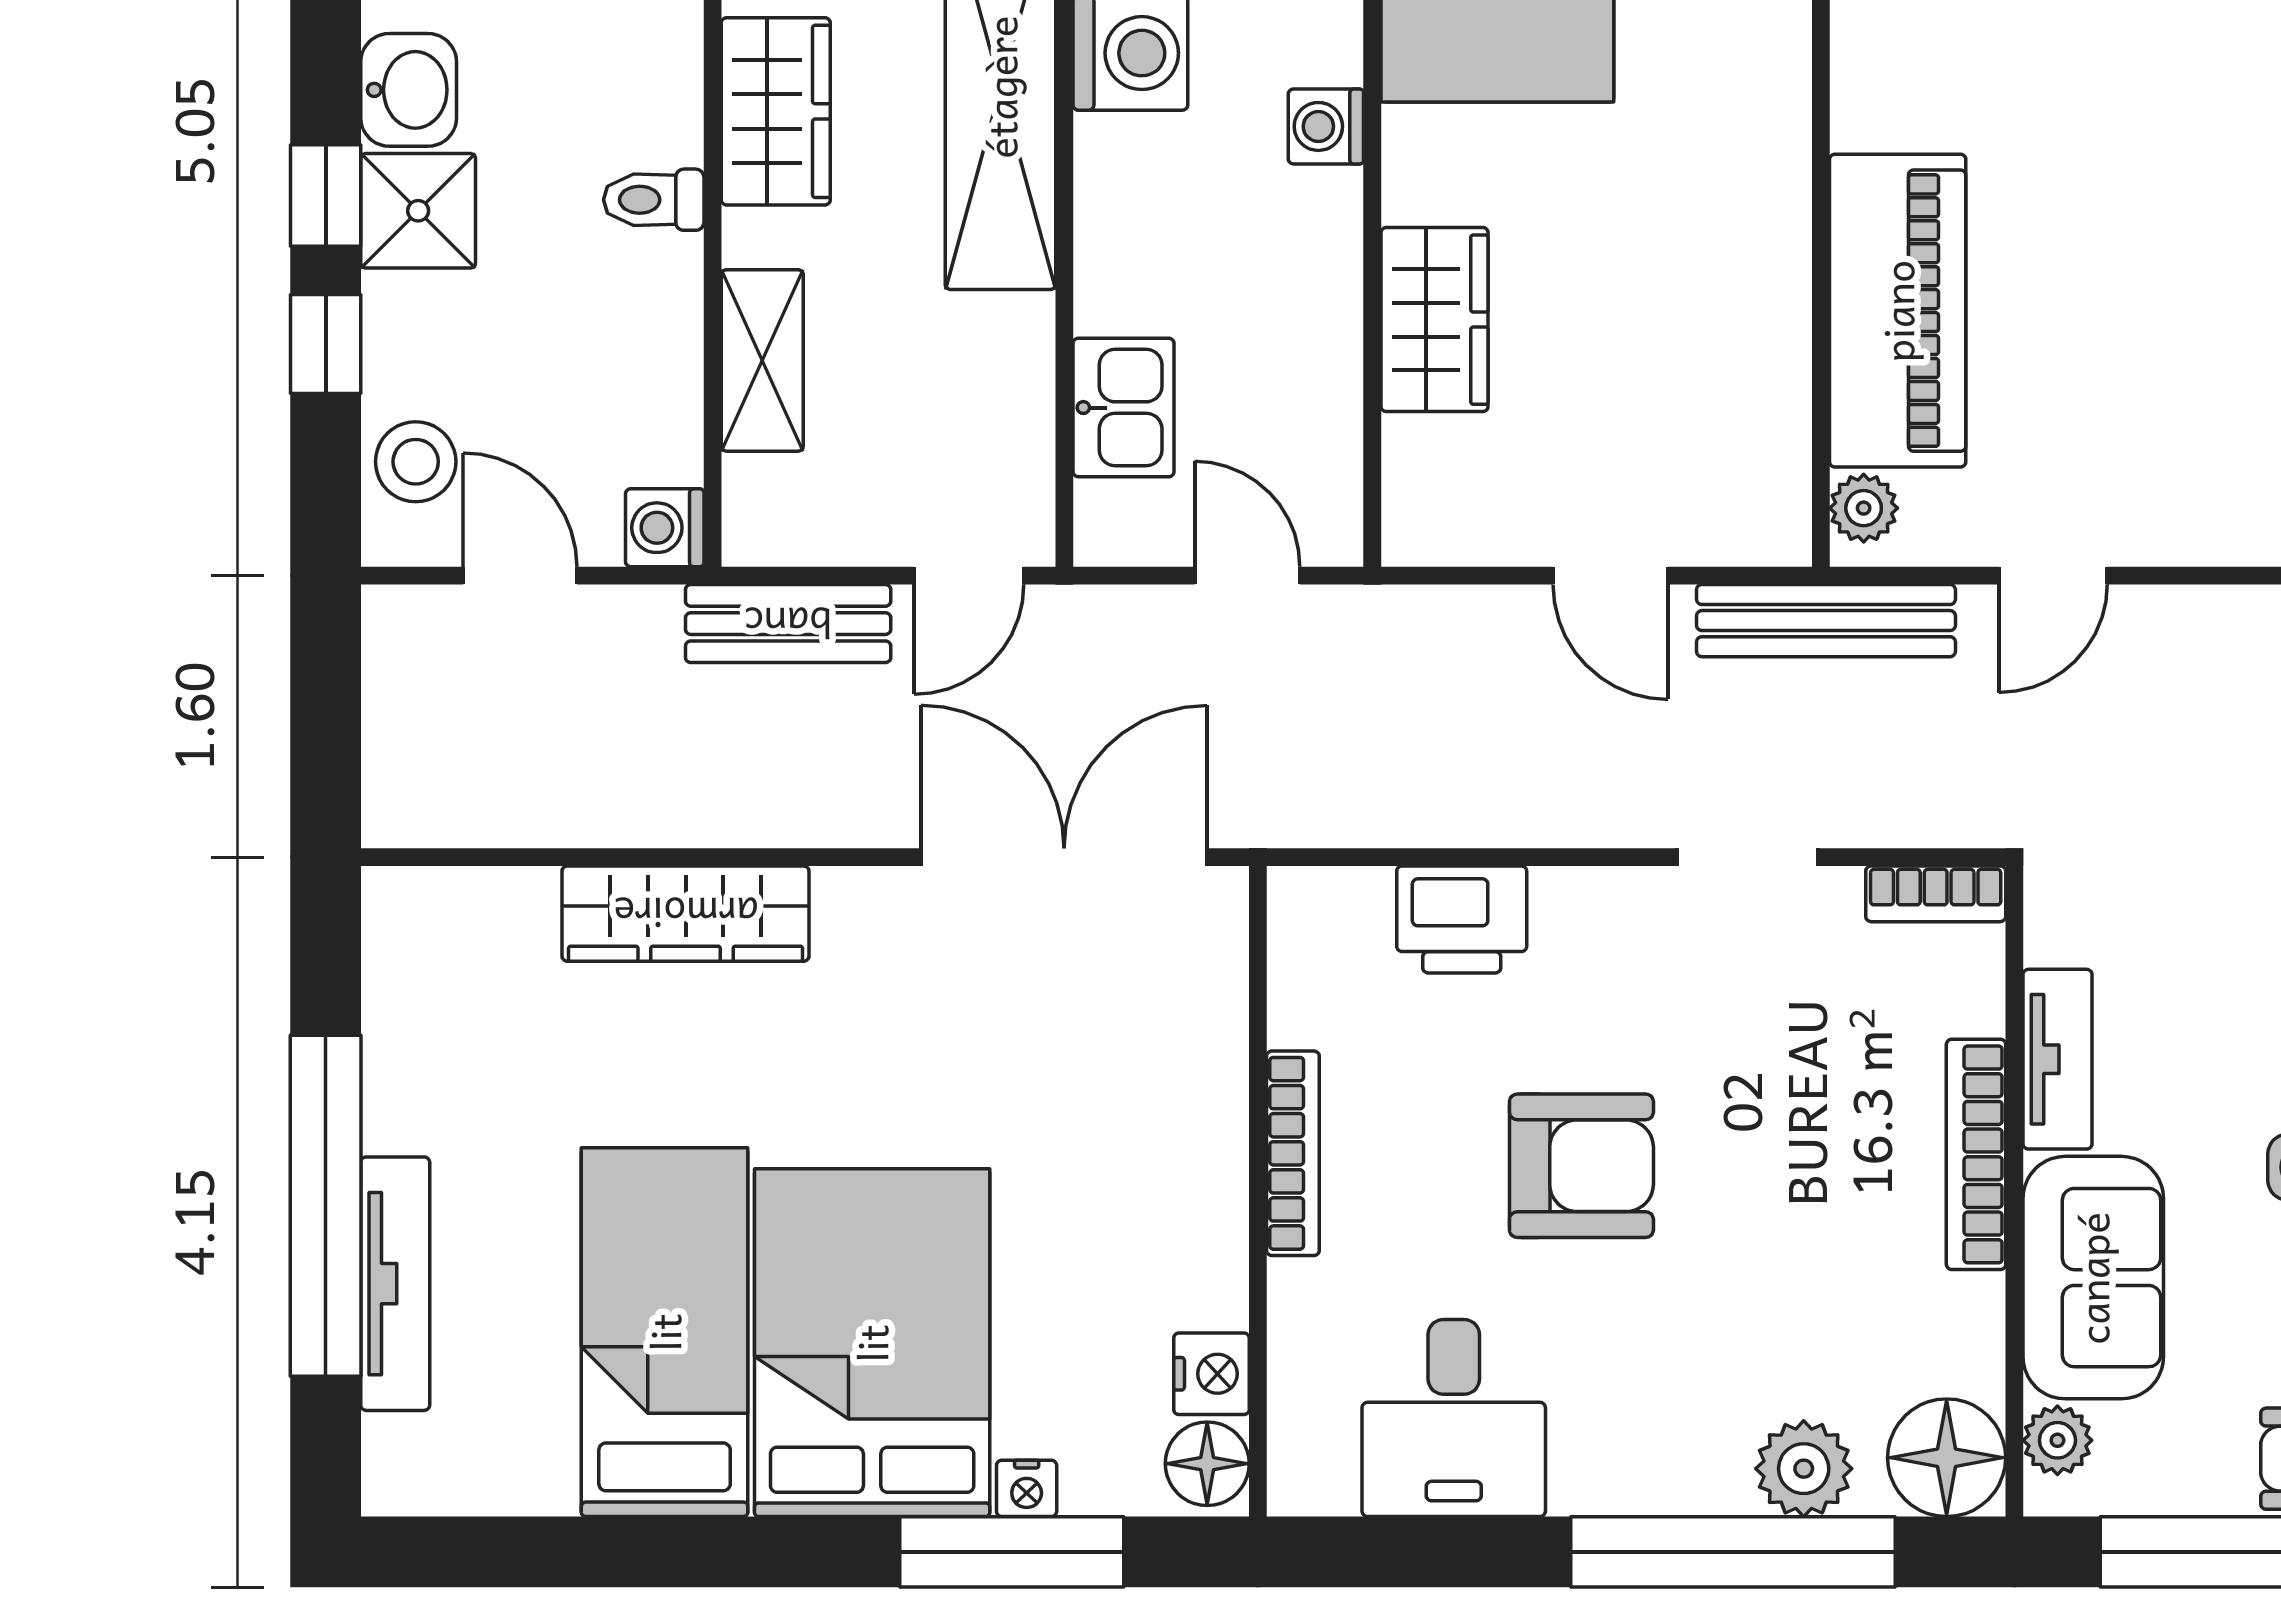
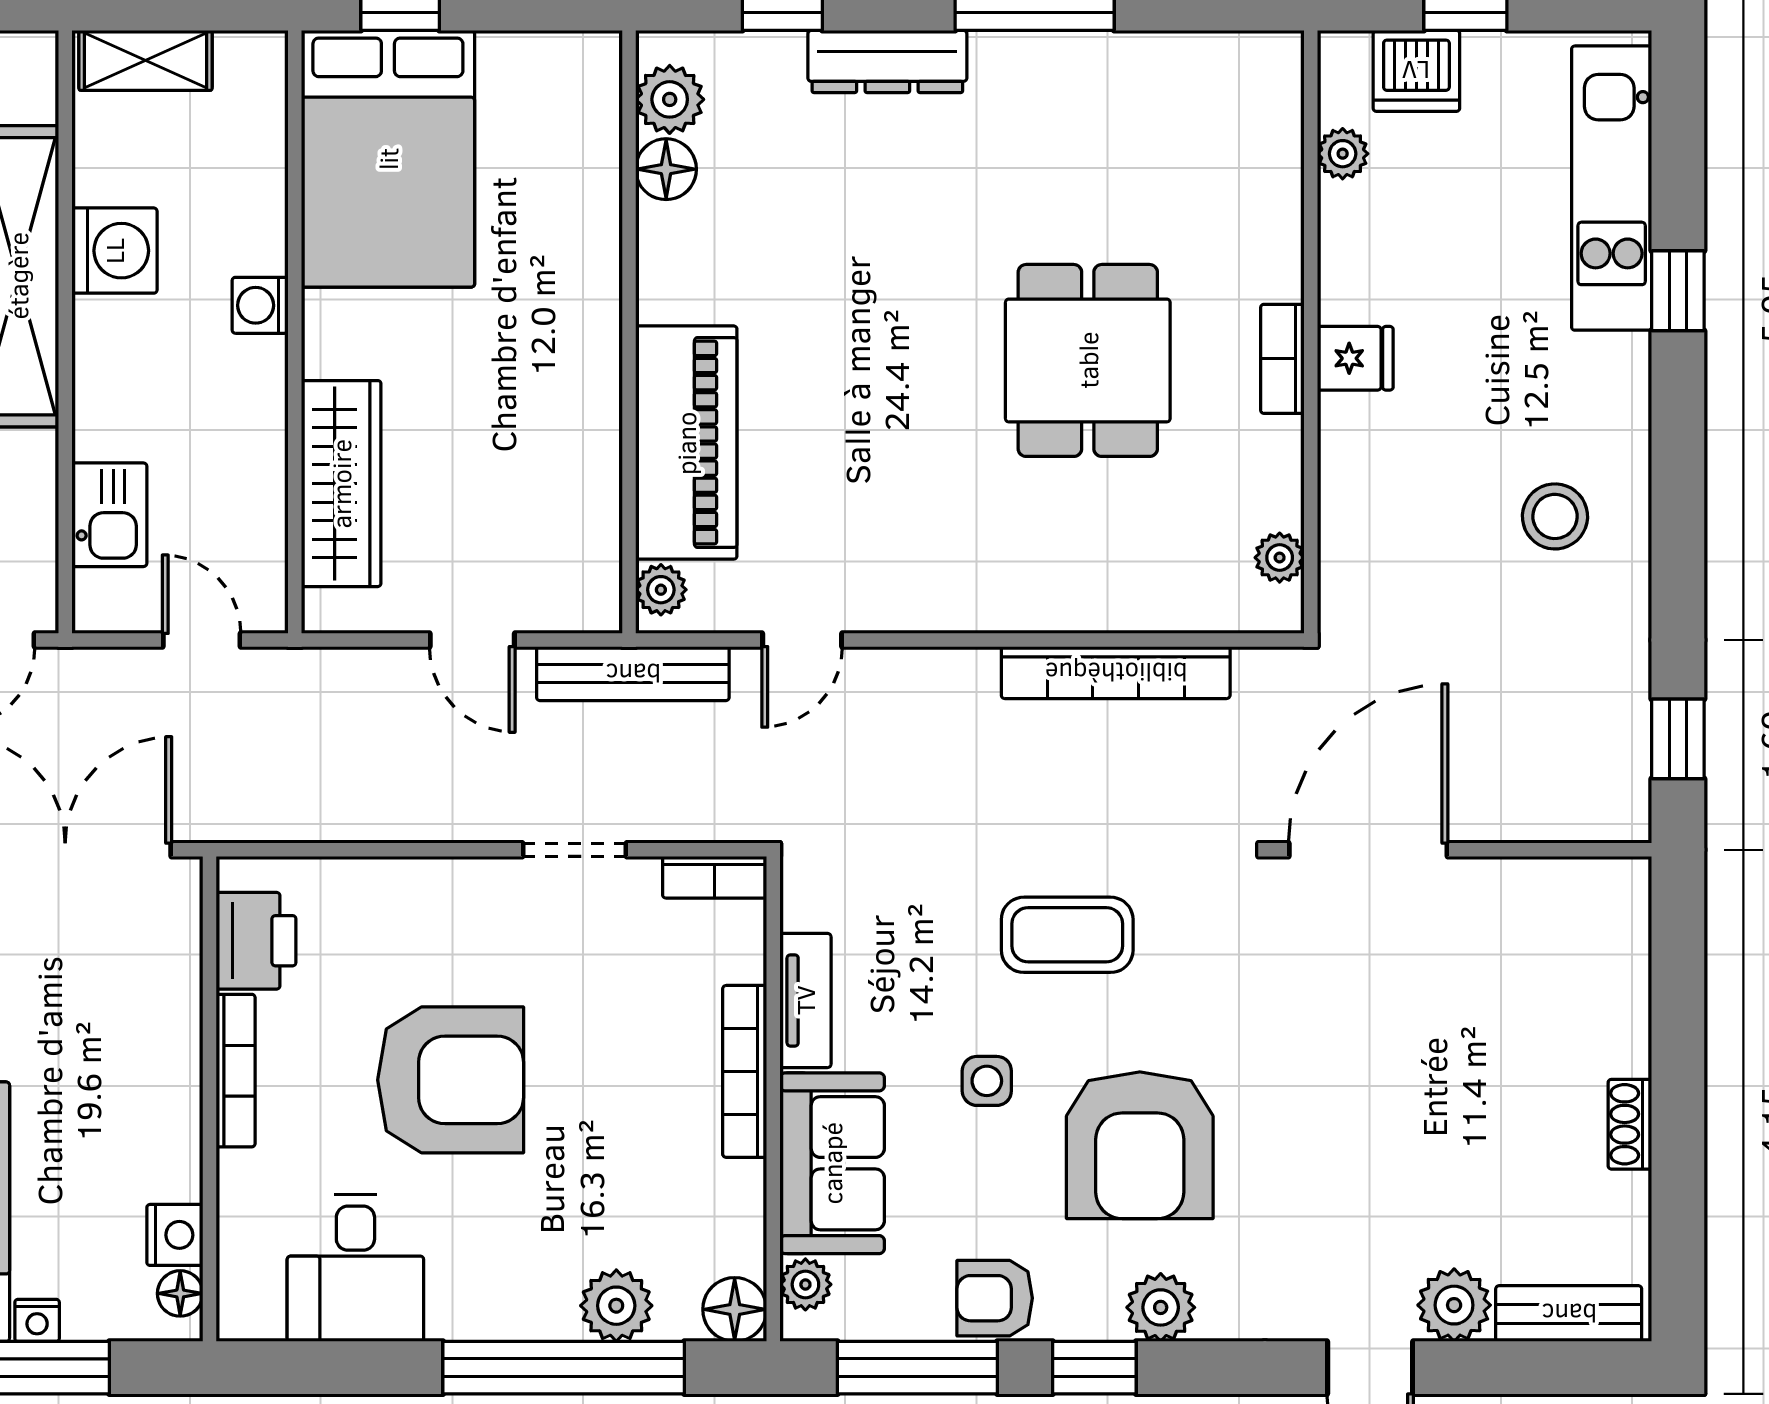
wardrobe: (1435, 320) -> (341, 484), width x1.50
printer: (1462, 919) -> (256, 941), moved, turned -90
armchair: (1581, 1166) -> (451, 1080), width x1.36, depth x1.36
floor lamp: (1947, 1458) -> (735, 1309), width x0.73, depth x0.73
floor lamp: (1207, 1464) -> (180, 1293), width x0.73, depth x0.73

